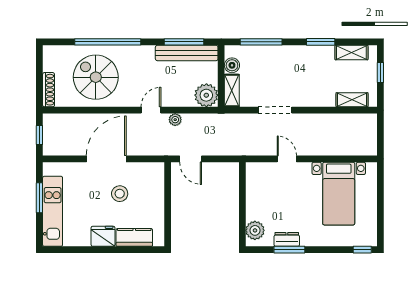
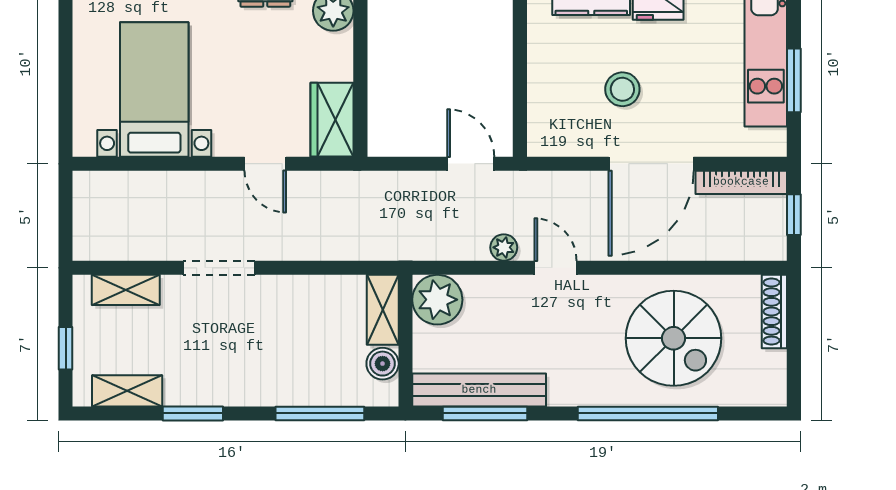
door: (151, 110) -> (555, 268), swing flipped
doorway: (275, 110) -> (219, 268), moved
bookcase: (64, 150) -> (741, 182), added
wardrobe: (256, 179) -> (332, 120), added

